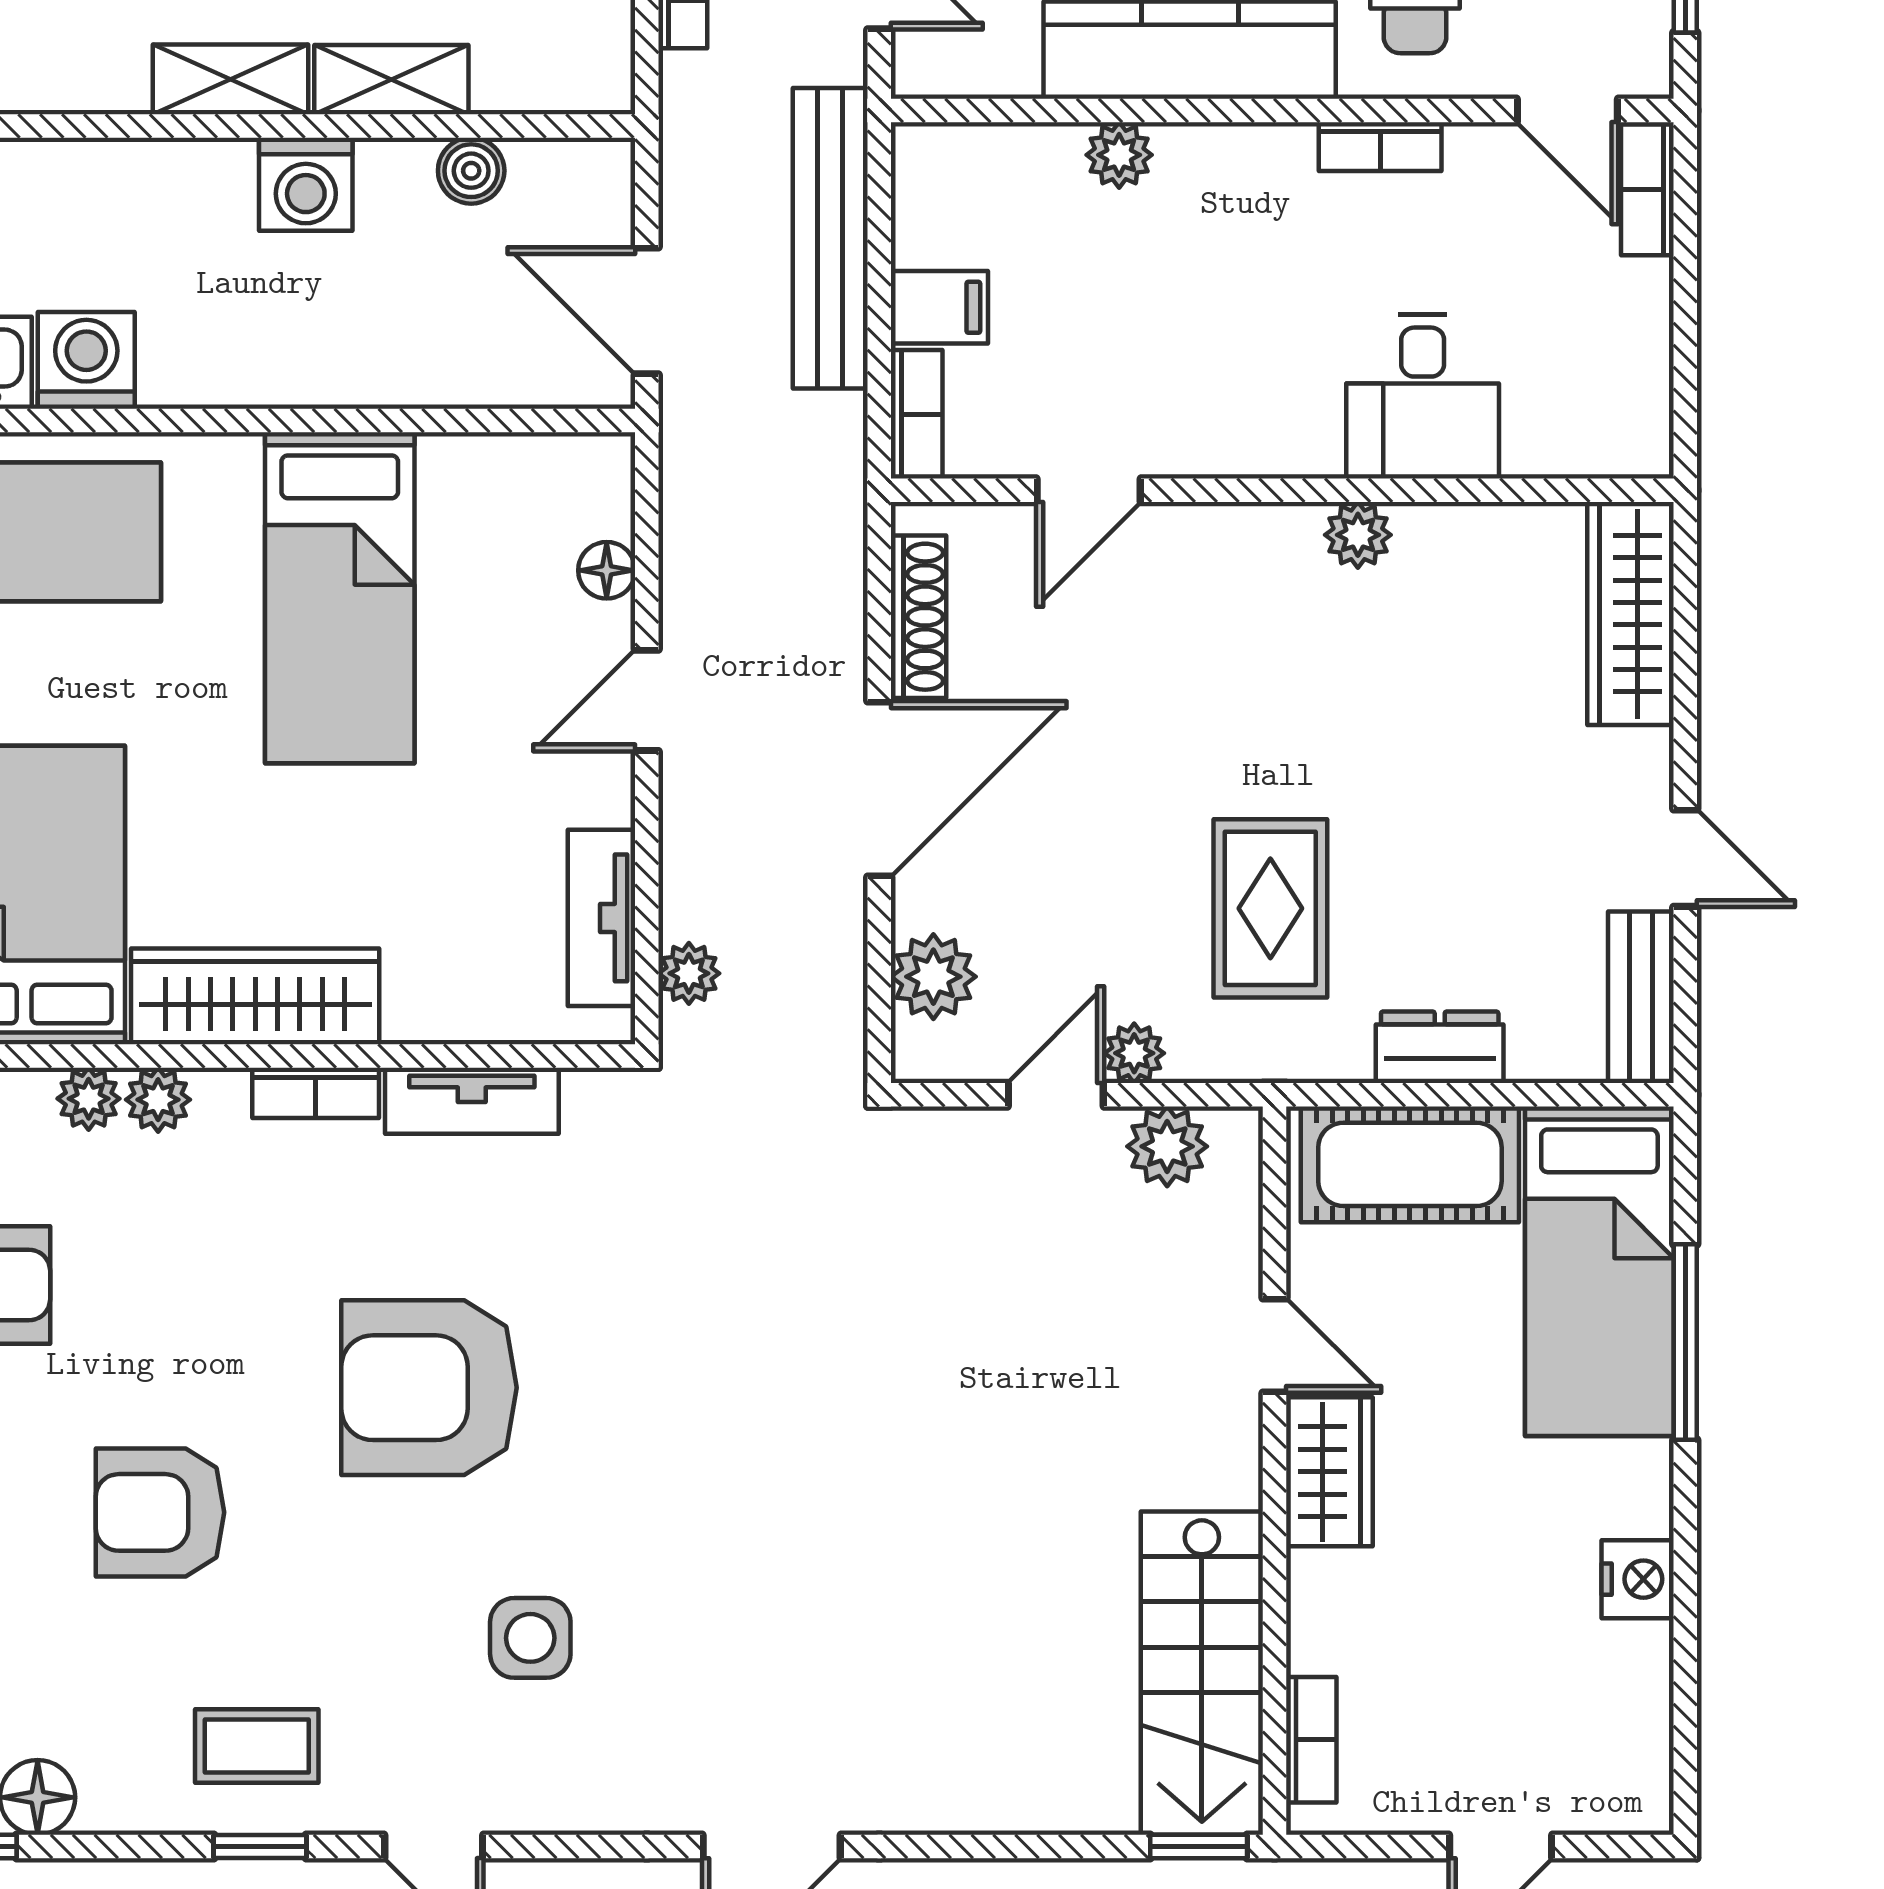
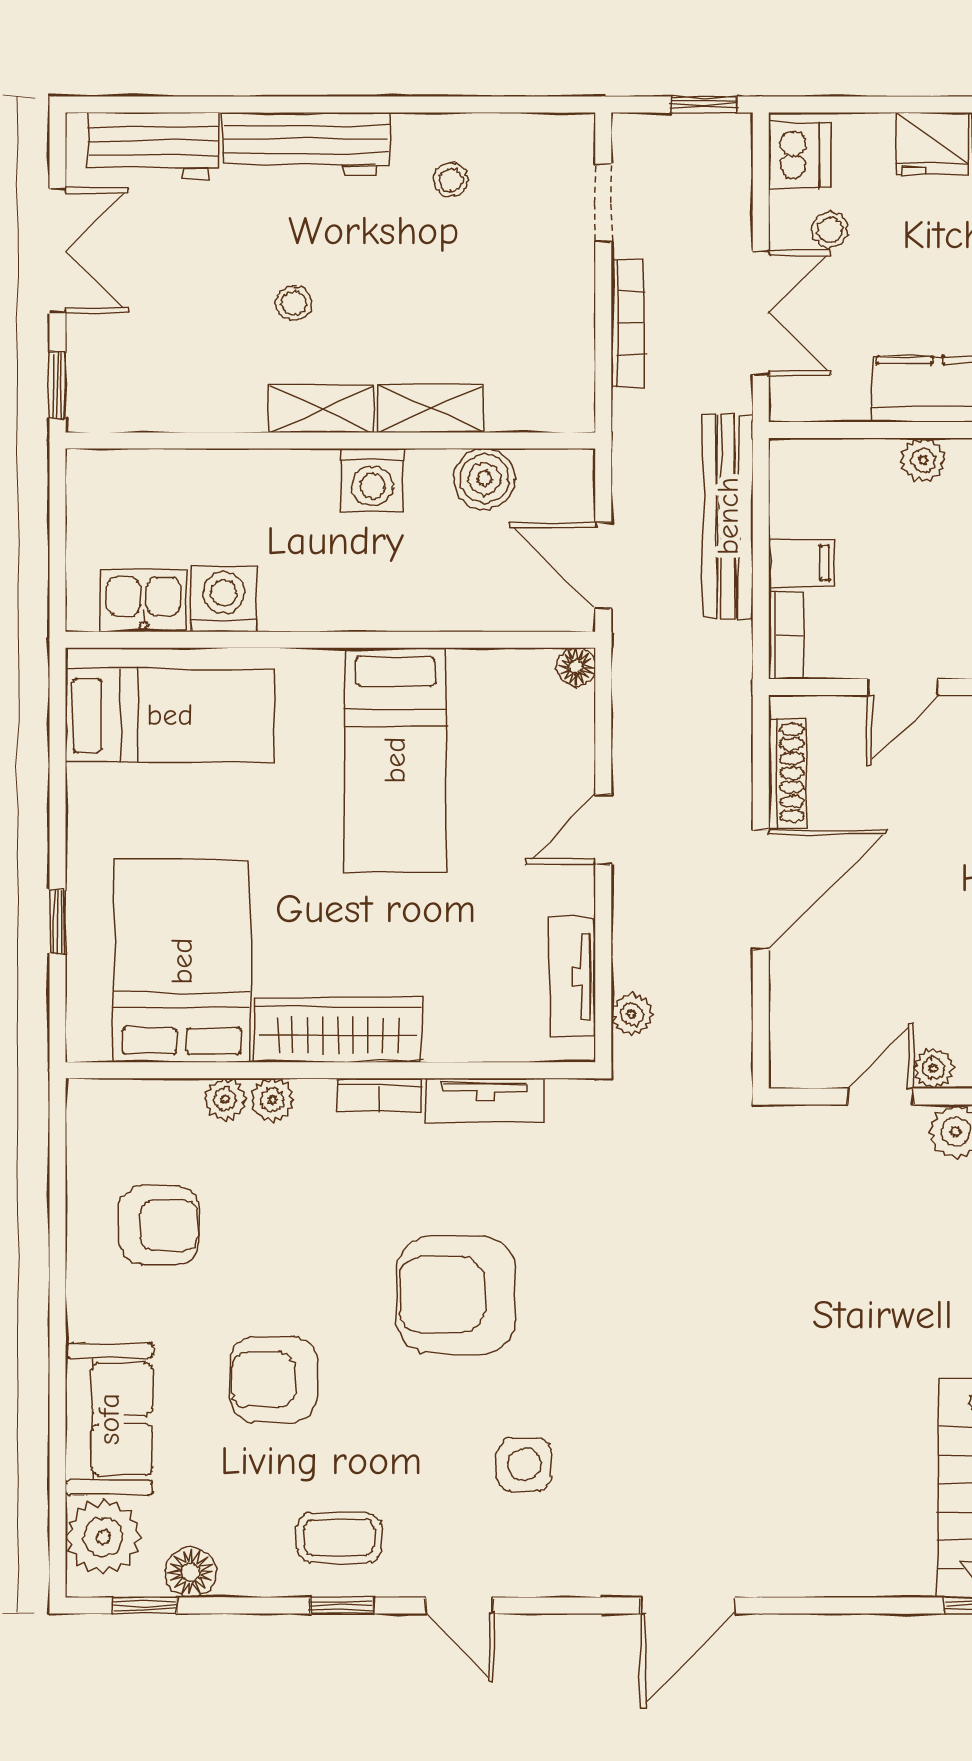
boiler: (471, 171) -> (484, 479), width x1.36, depth x1.36
floor lamp: (607, 570) -> (576, 667), moved
plant: (933, 977) -> (797, 1017), removed

